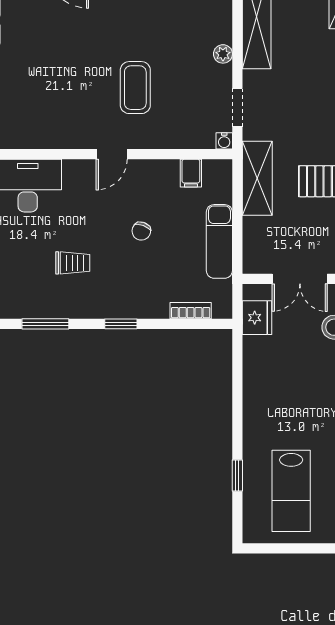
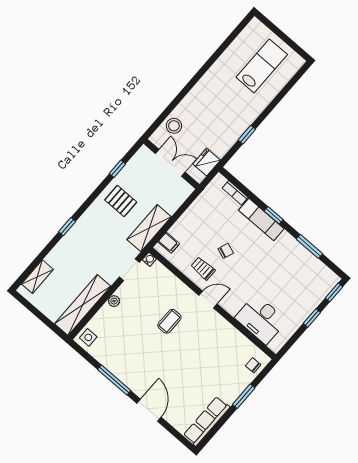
coffee table: (135, 88) -> (169, 321), width x0.73, depth x0.77
filing cabinet: (191, 173) -> (169, 243), moved, turned 90
exam couch: (219, 241) -> (261, 220), moved, turned 90
trolley: (73, 263) -> (203, 268), moved
window: (237, 475) -> (247, 135), moved

